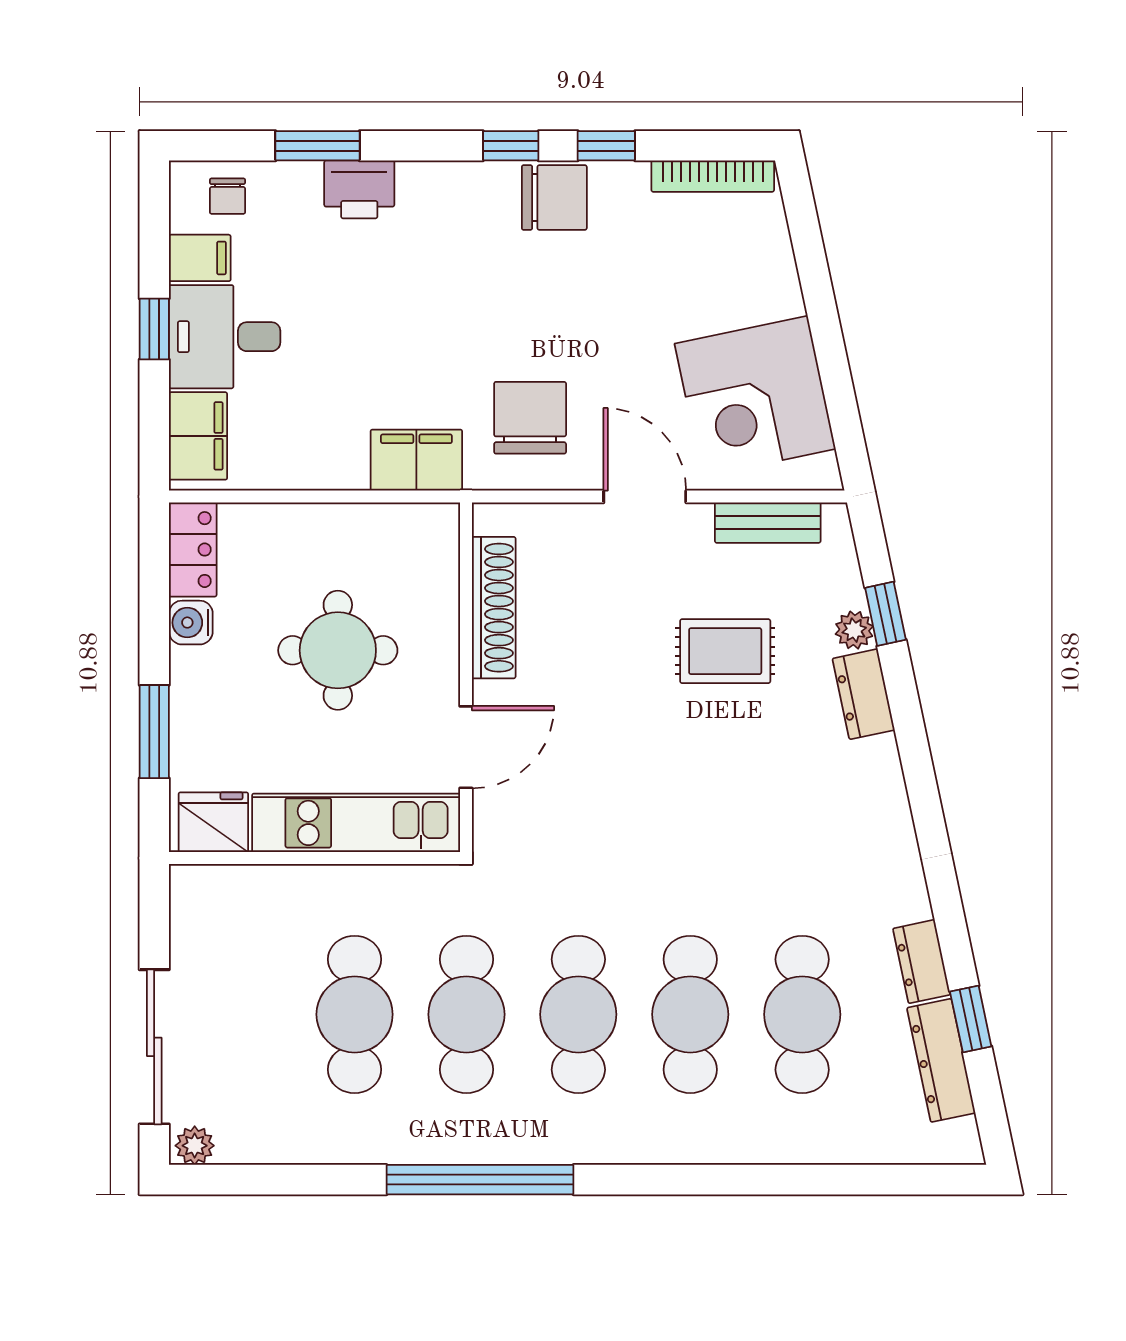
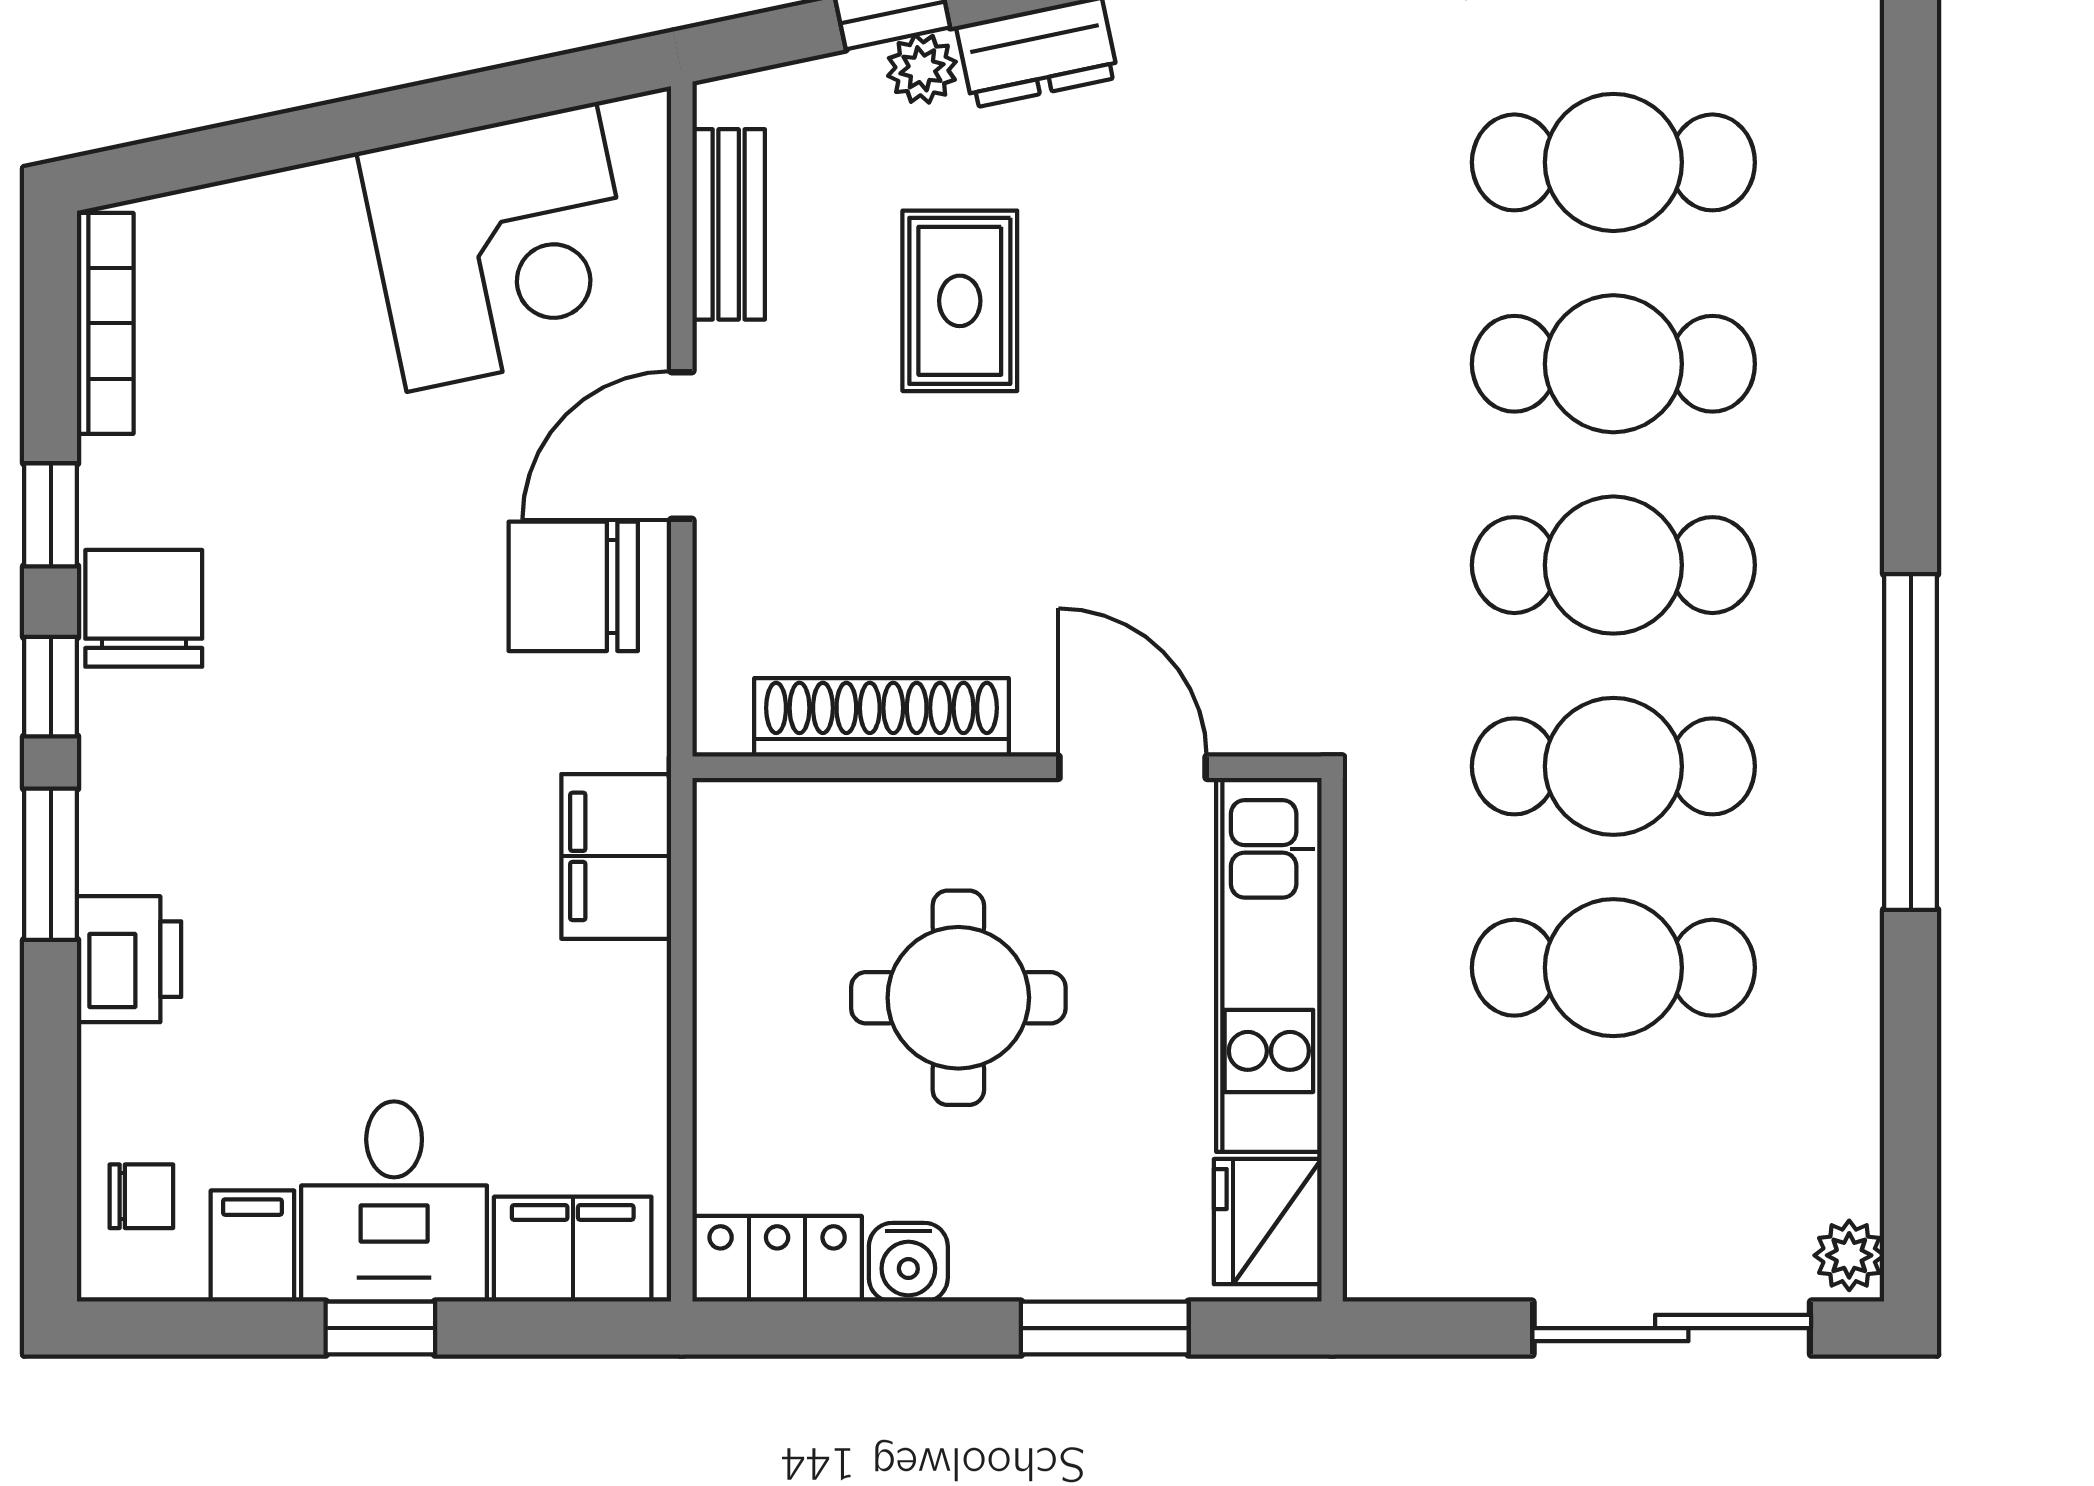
window: (317, 146) -> (51, 864), moved
chair: (530, 418) -> (573, 586), moved

